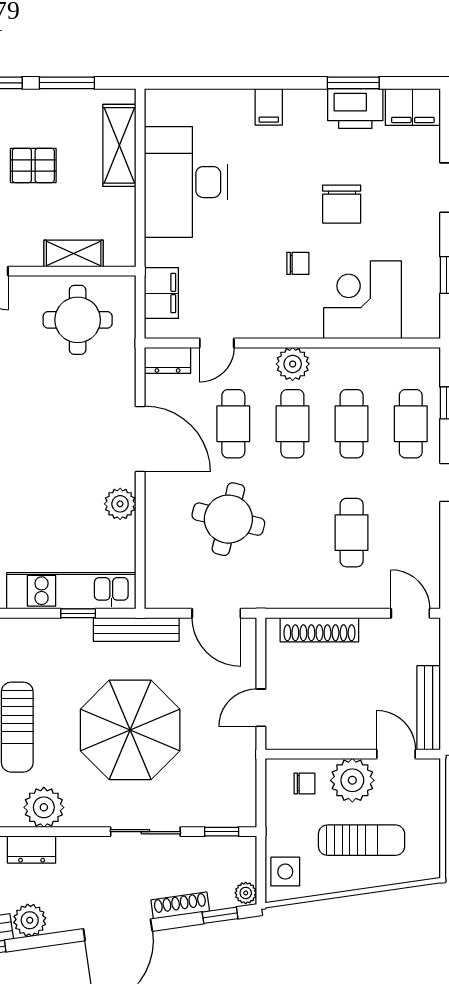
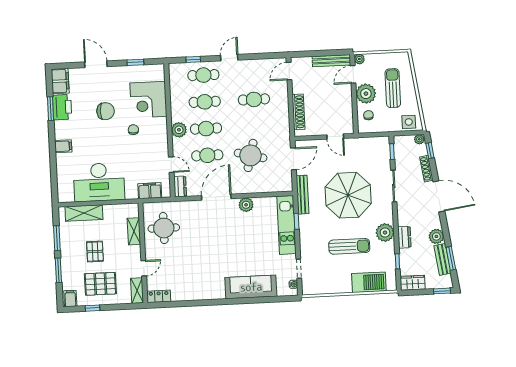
plant: (429, 770) -> (359, 59), added

